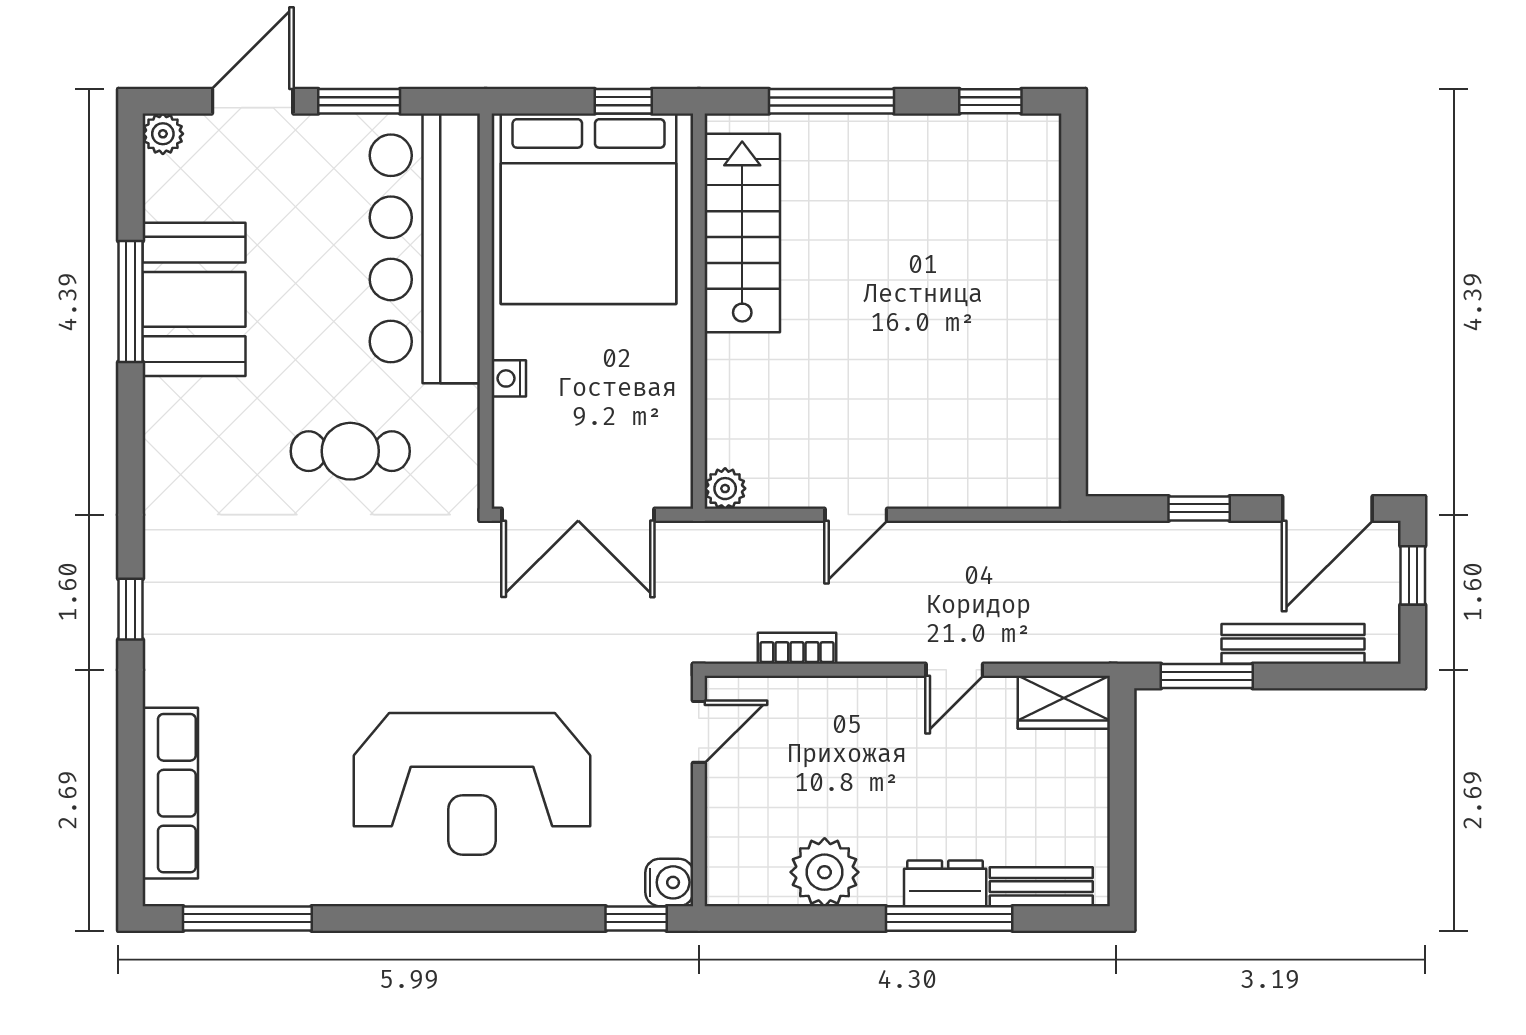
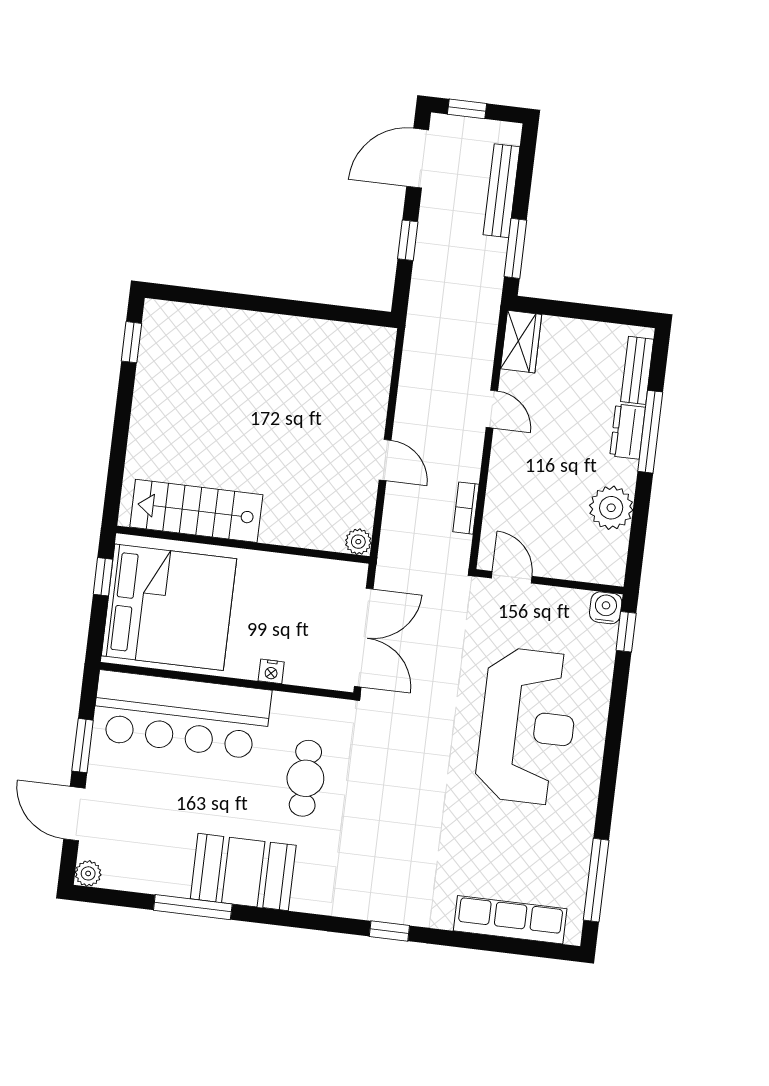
window: (831, 101) -> (119, 444), removed
booth: (194, 299) -> (243, 872), moved
door: (1327, 508) -> (418, 158), swing flipped

